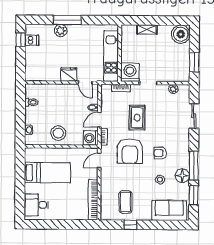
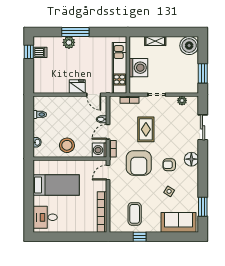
washing machine: (130, 72) -> (138, 68), moved, turned 90
window: (194, 166) -> (203, 177), removed
floor lamp: (182, 176) -> (191, 159), moved

